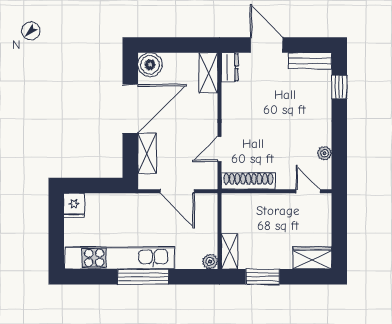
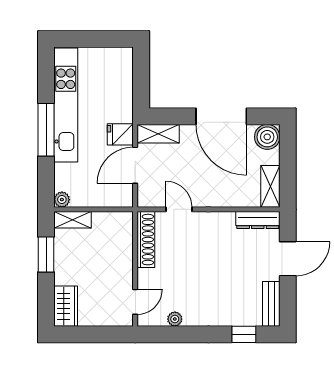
dresser: (230, 67) -> (258, 220), width x1.44
shelving: (209, 73) -> (270, 186), moved, turned 90
shelving: (147, 153) -> (158, 134), moved
fridge: (74, 205) -> (120, 134), moved

